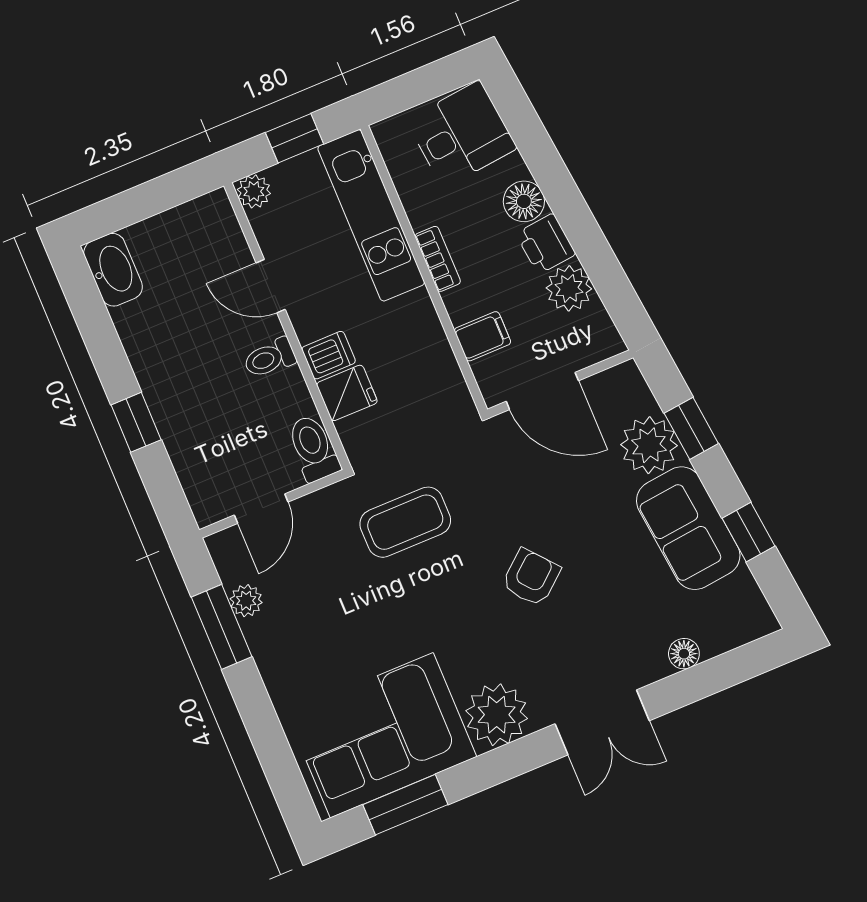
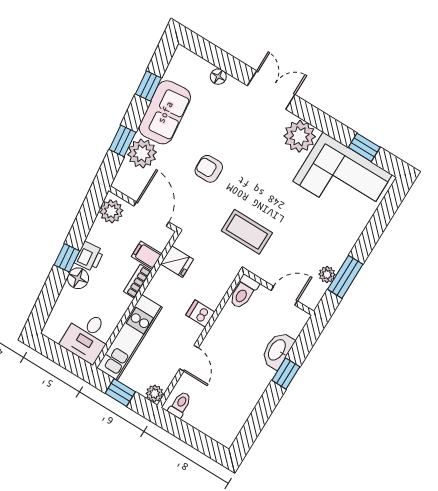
desk: (461, 134) -> (87, 337), moved, turned -84
window: (569, 207) -> (67, 258), added
bookcase: (438, 259) -> (137, 281), moved
washbasin: (113, 270) -> (277, 350), moved
plant: (569, 288) -> (111, 211), moved
toilet: (270, 358) -> (180, 405), moved, turned -90
fridge: (347, 393) -> (177, 262), moved, turned 180
armchair: (531, 577) -> (209, 169), moved, turned 40
window: (405, 805) -> (364, 147), width x0.67

